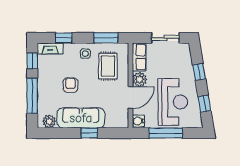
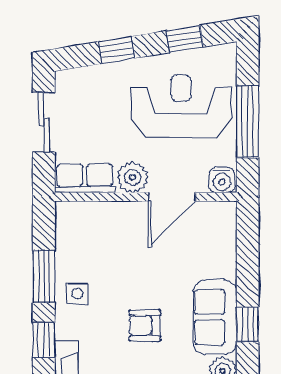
window: (106, 38) -> (44, 276), moved
rug: (108, 66) -> (104, 245), removed
door: (131, 98) -> (172, 197), swing flipped
sofa: (81, 118) -> (215, 317), width x0.73
window: (89, 133) -> (248, 325), moved

